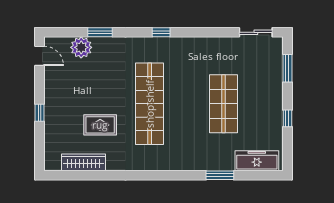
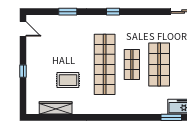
plant: (81, 47) -> (54, 23), removed
shop shelf: (187, 104) -> (132, 64), added
window: (220, 175) -> (171, 117), moved

